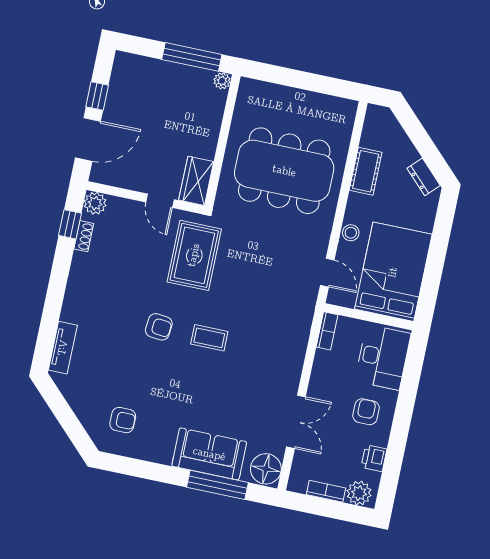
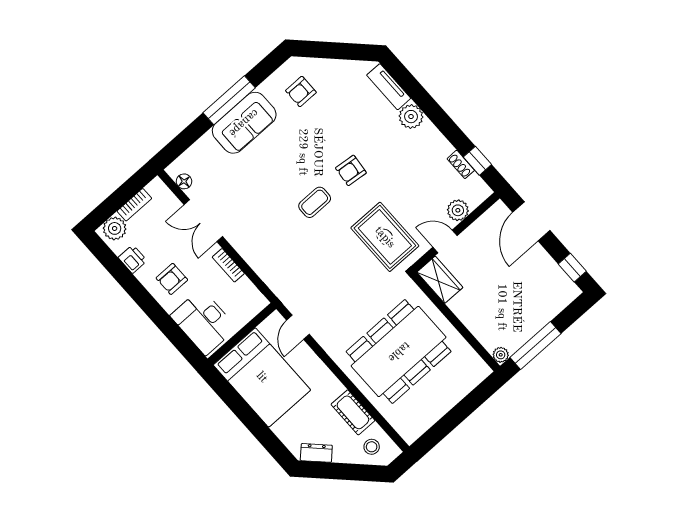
window: (97, 96) -> (572, 268), moved
plant: (95, 203) -> (458, 210), moved
stool: (351, 233) -> (372, 447), moved
door: (327, 273) -> (298, 327), hinge flipped
plant: (74, 310) -> (411, 117), added
bookcase: (327, 331) -> (228, 265), moved
armchair: (366, 412) -> (172, 279), turned 90
sofa: (209, 454) -> (244, 123), moved
floor lamp: (266, 469) -> (184, 181), width x0.53, depth x0.53
window: (217, 485) -> (229, 100), moved

